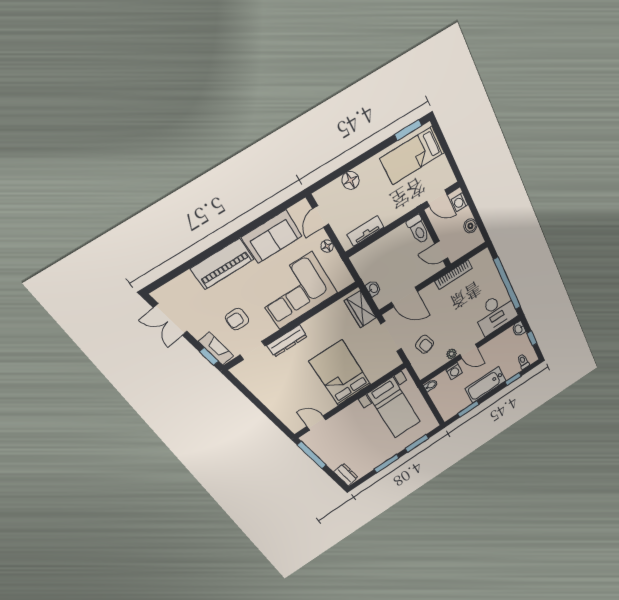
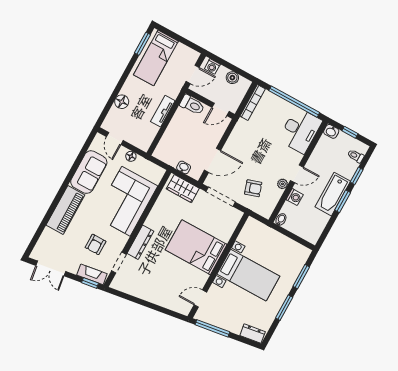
tv unit: (366, 231) -> (163, 111), moved
bookcase: (454, 275) -> (253, 103), moved
bed with nightstands: (394, 408) -> (248, 275), moved
window: (468, 409) -> (343, 201), moved

